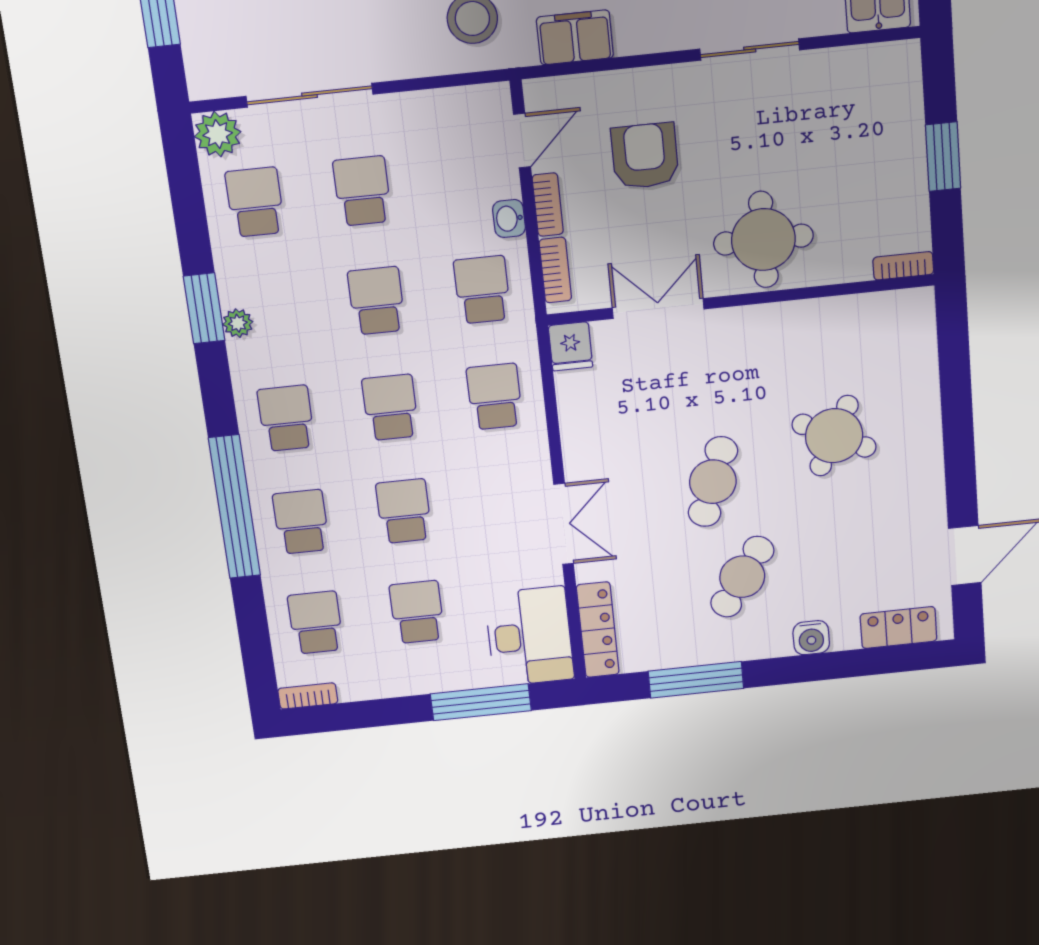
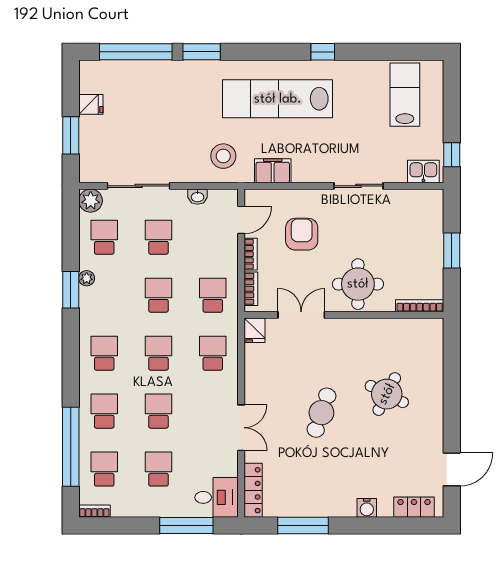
washbasin: (509, 218) -> (198, 197), moved, turned -90
bookcase: (903, 266) -> (420, 306), width x1.56
plant: (238, 323) -> (87, 278), moved
window: (234, 507) -> (71, 447), moved
cafe table: (742, 577) -> (333, 468), removed
desk: (530, 636) -> (216, 497), width x0.73

